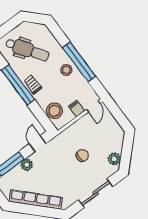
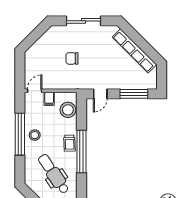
plant: (114, 159) -> (49, 37), removed
plant: (27, 165) -> (121, 83), removed

